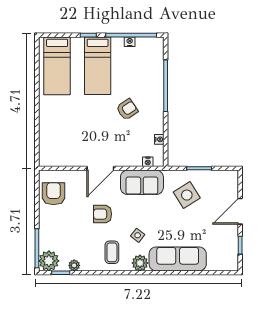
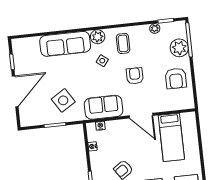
bed: (69, 140) -> (171, 137), added
door: (100, 168) -> (141, 116), swing flipped
armchair: (54, 194) -> (176, 78), moved
door: (240, 211) -> (15, 91), width x1.36
armchair: (103, 214) -> (135, 76), turned -90
plant: (49, 261) -> (179, 48), moved

